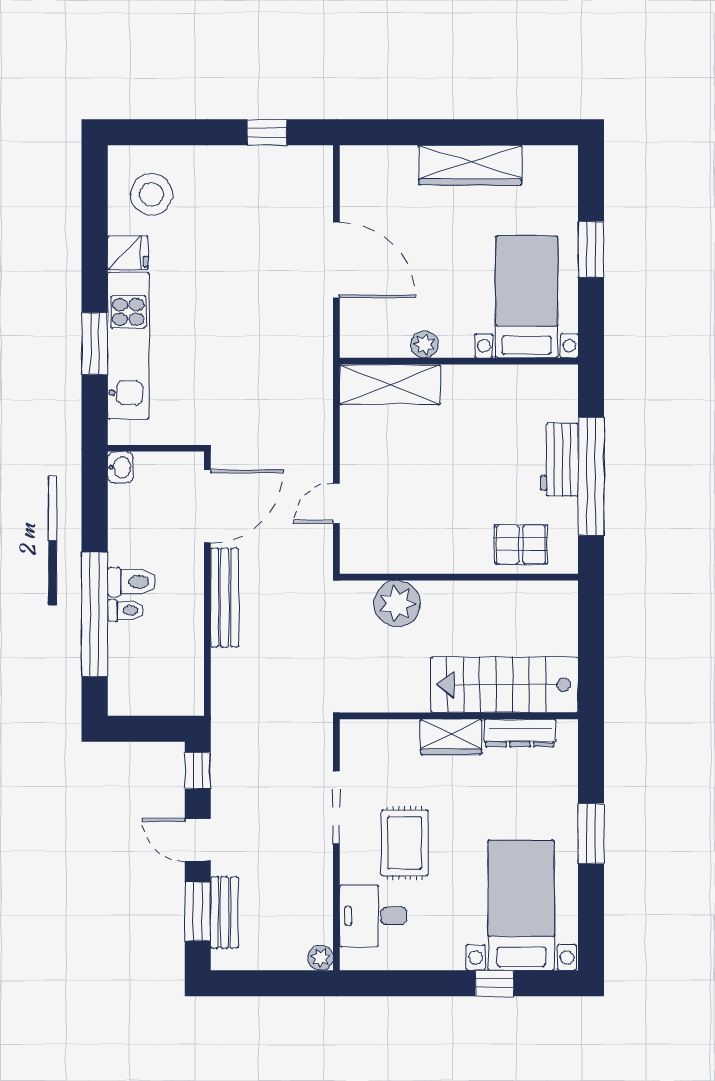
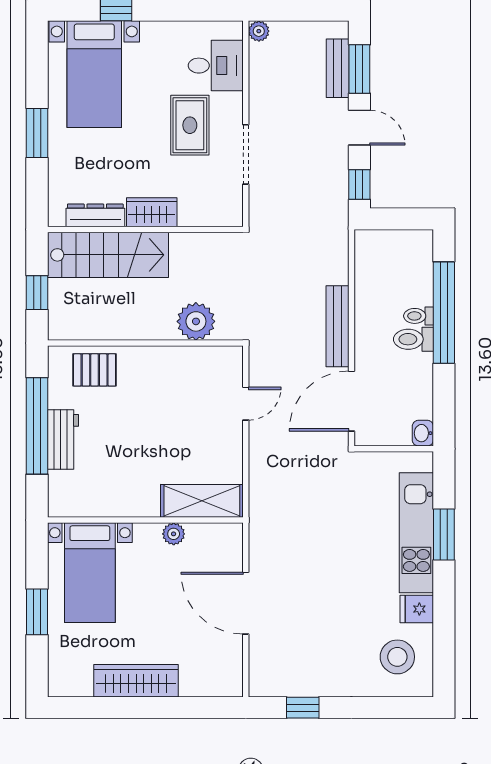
window: (591, 639) -> (37, 293), added

